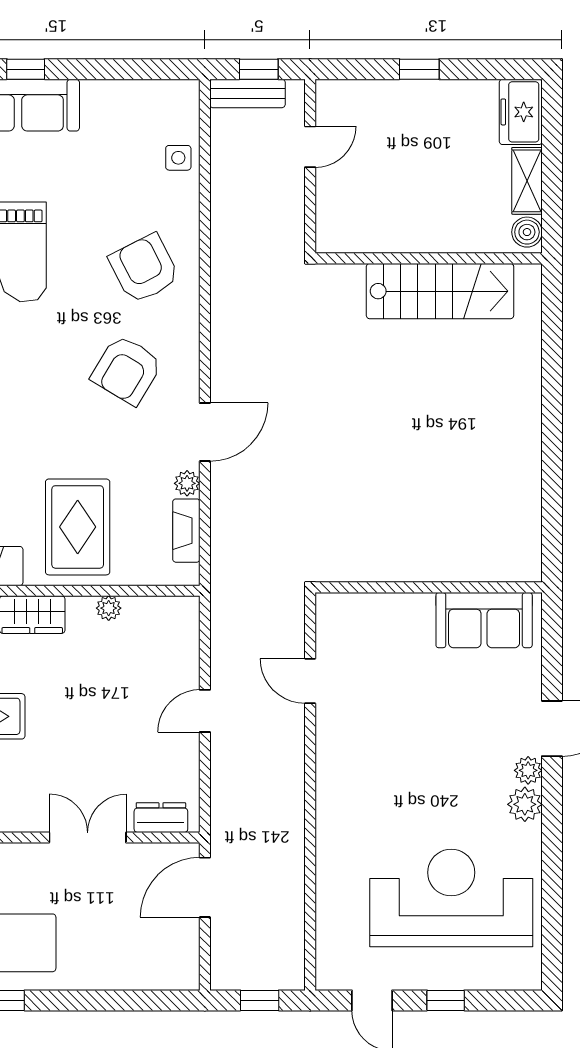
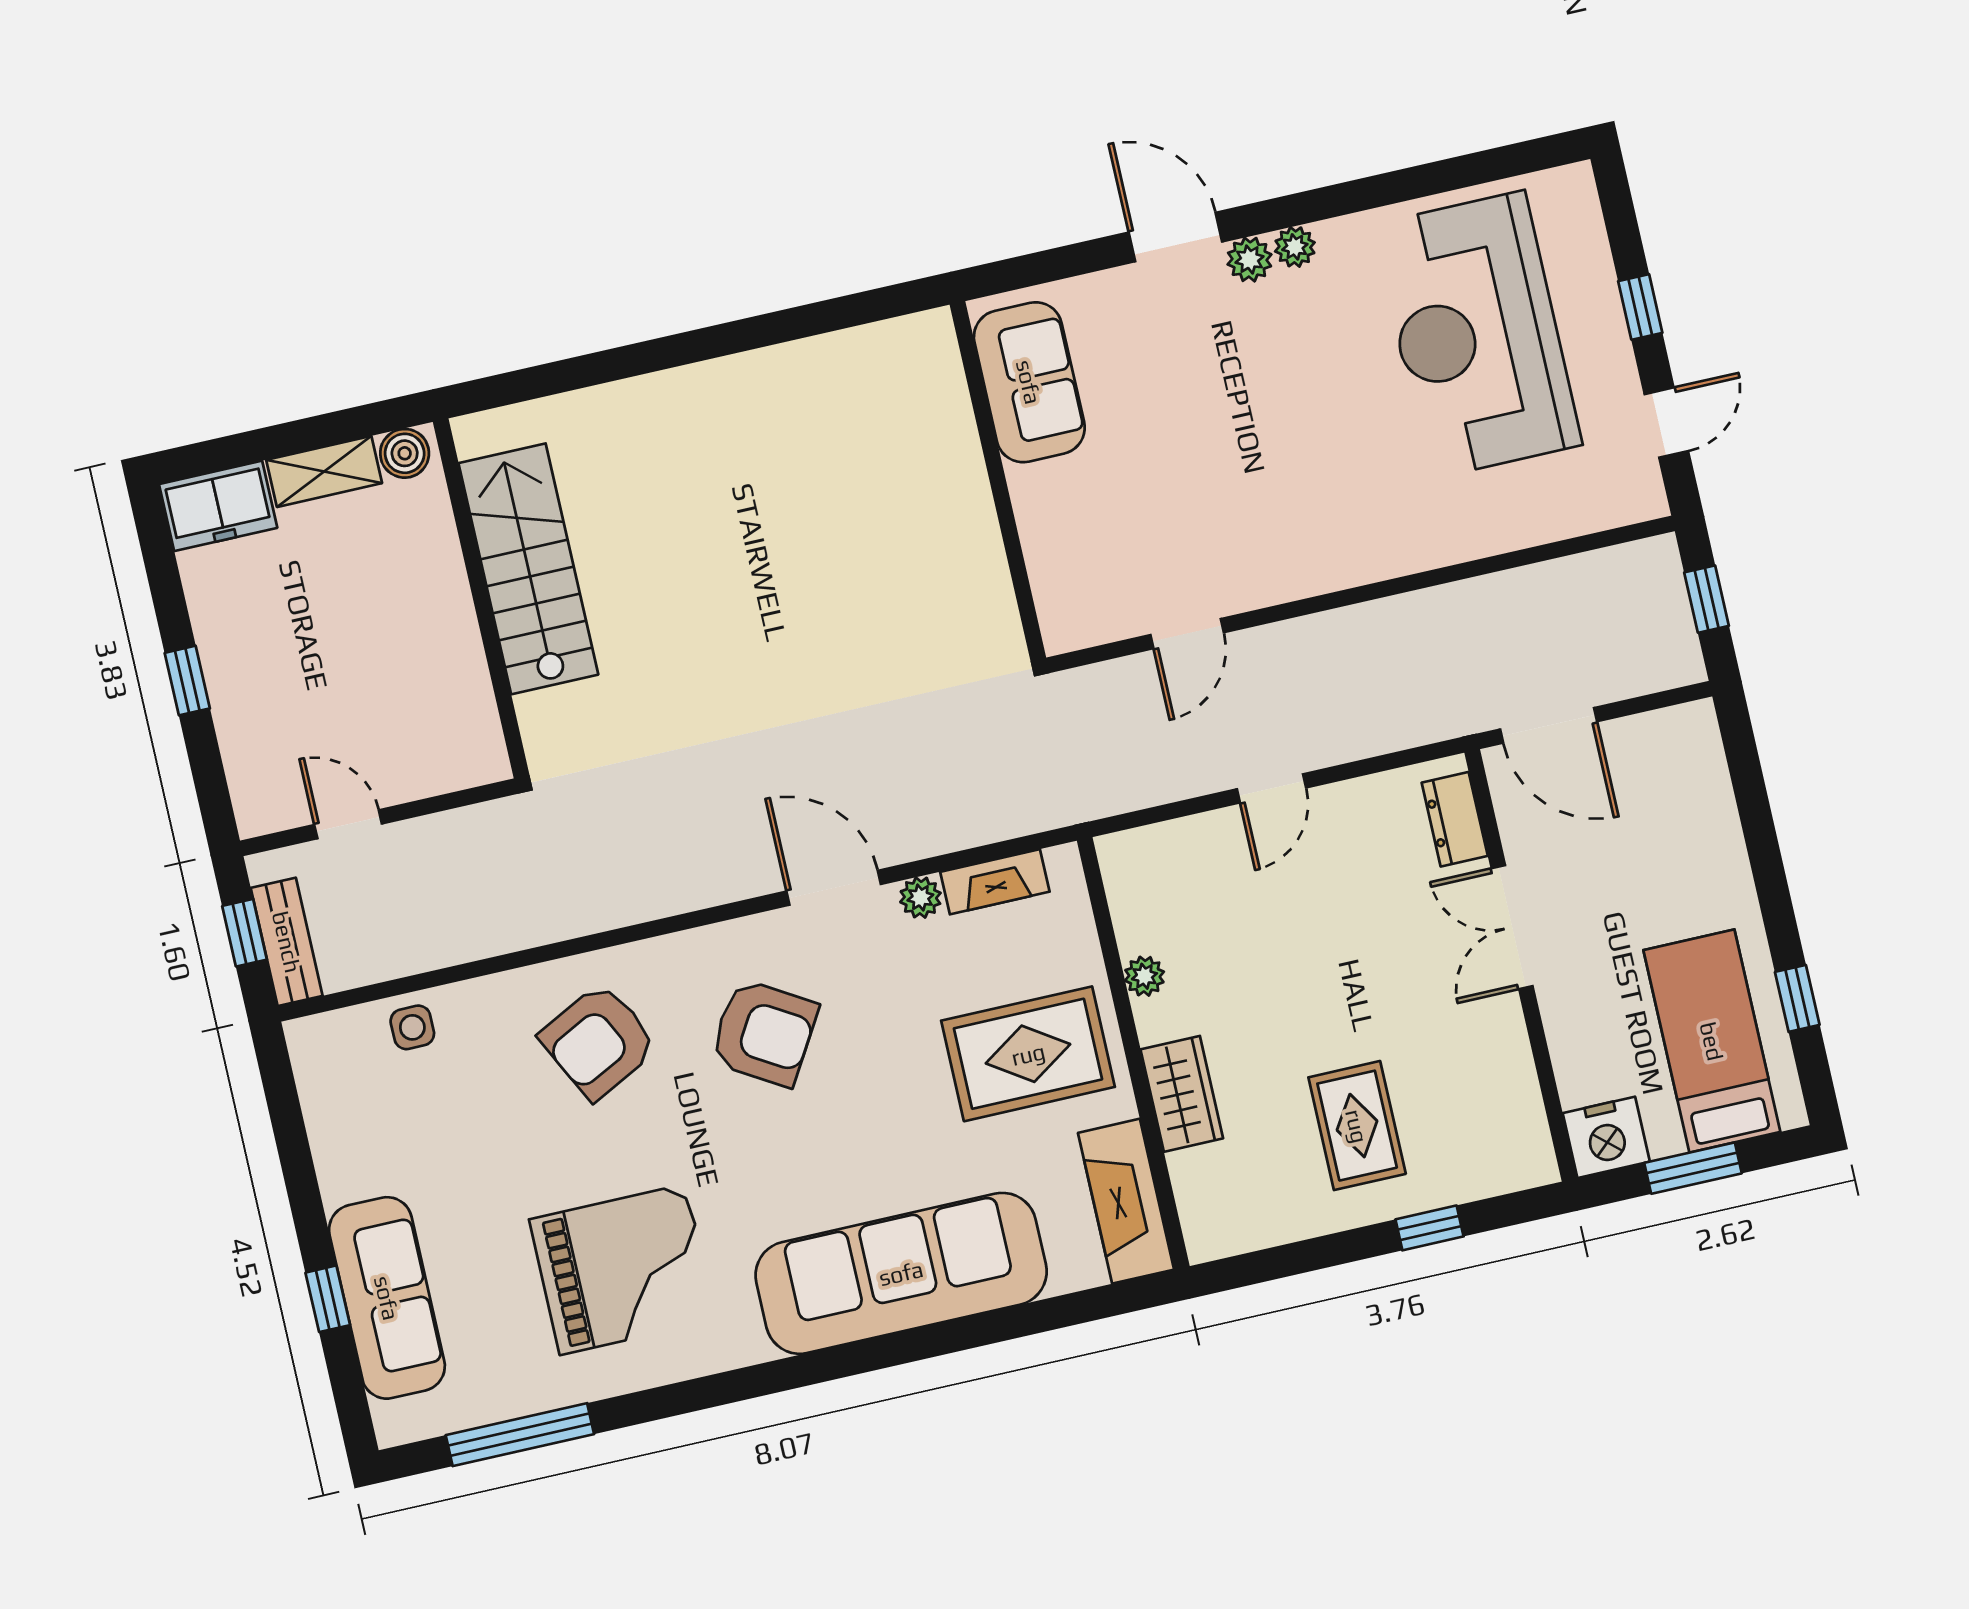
door: (205, 711) -> (1271, 788), hinge flipped
plant: (525, 804) -> (1295, 247), width x0.73, depth x0.73

